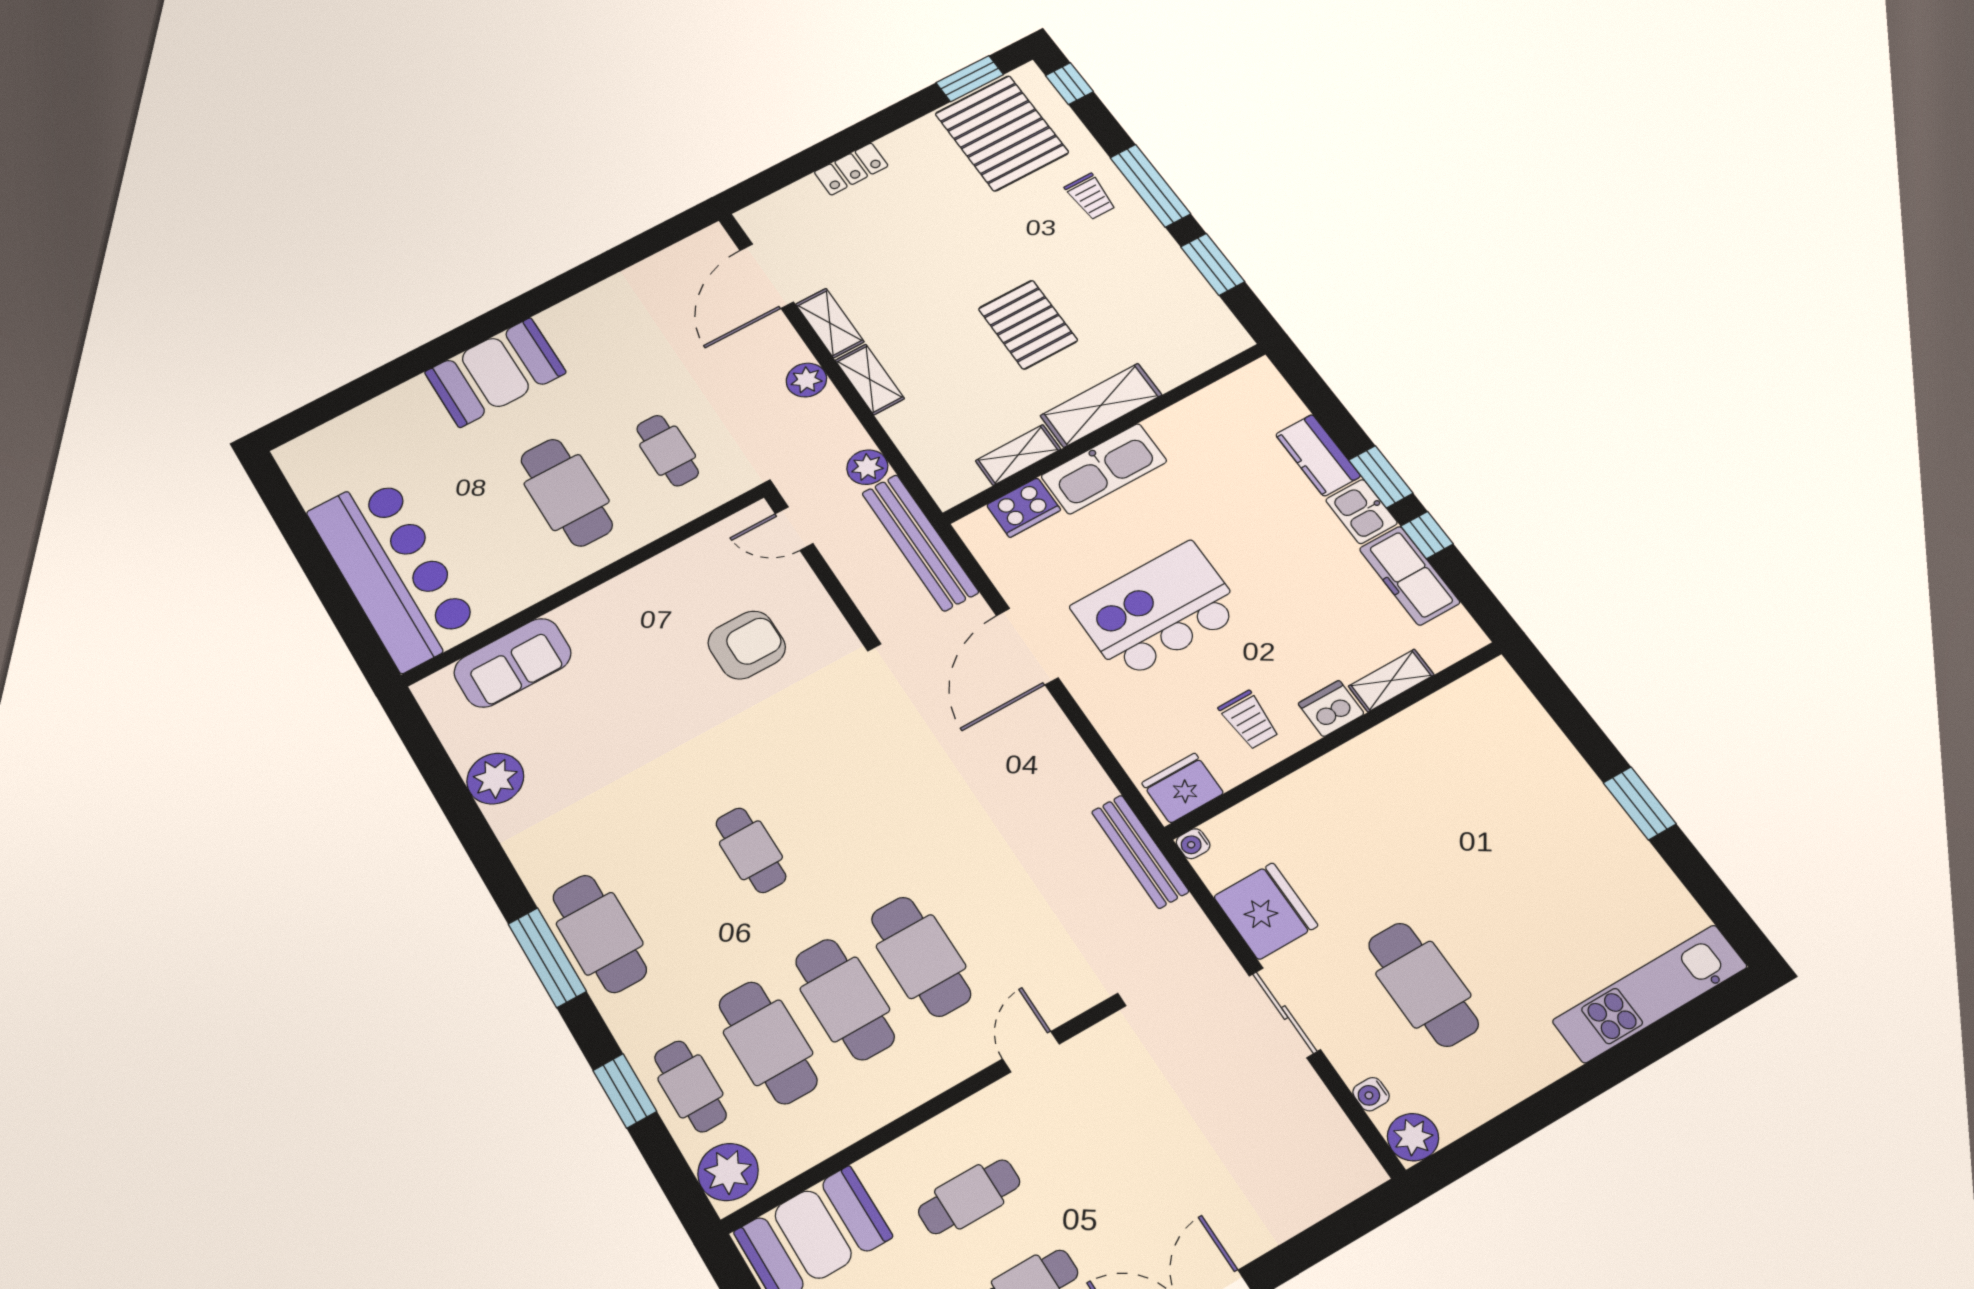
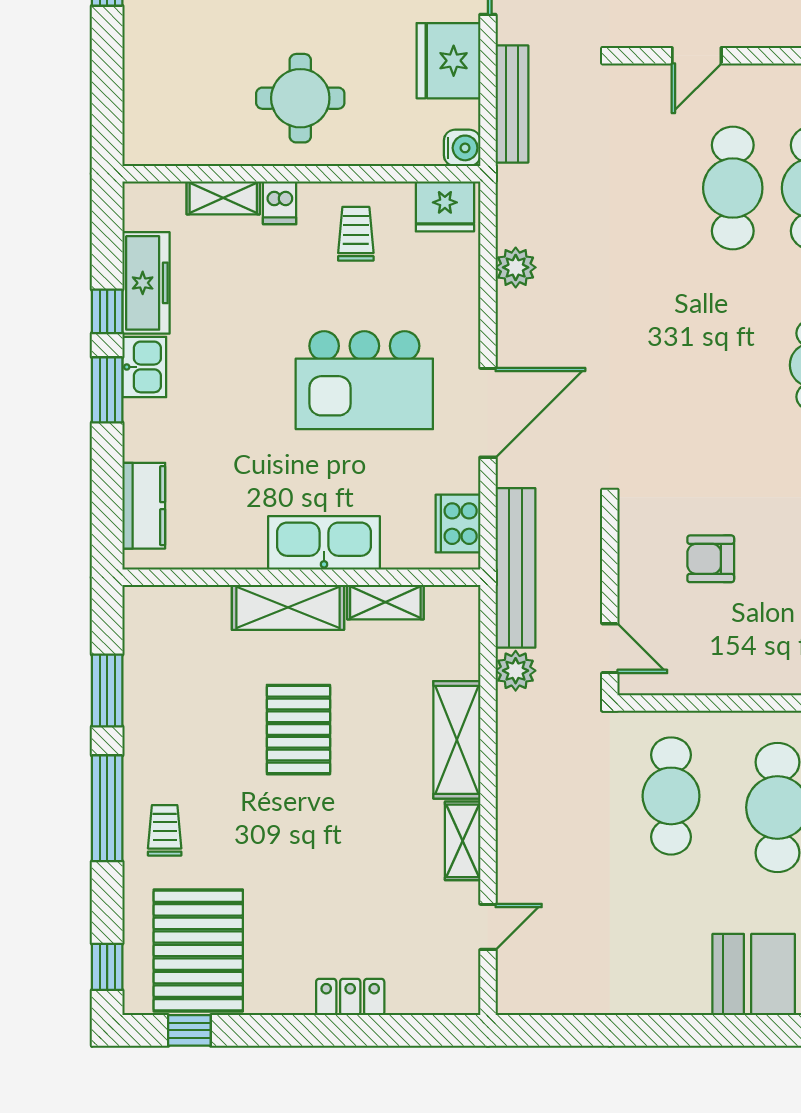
window: (970, 79) -> (189, 1030), width x0.67
door: (767, 276) -> (488, 927), width x0.53
shelving: (870, 379) -> (457, 740), width x1.50, depth x1.33
plant: (806, 380) -> (516, 267), moved
cafe table: (668, 451) -> (671, 796), width x1.37, depth x1.35
kitchen counter: (1318, 455) -> (144, 506), moved
cooker: (1024, 508) -> (458, 524), moved, turned -90
armchair: (747, 645) -> (711, 559), width x0.72, depth x0.72
dishwasher: (1331, 709) -> (280, 203), width x0.73
round table: (1381, 801) -> (300, 98), added
water cooler: (1193, 844) -> (462, 148), width x1.38, depth x1.38
bench: (1140, 852) -> (512, 104), moved

